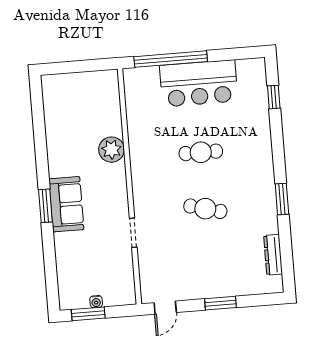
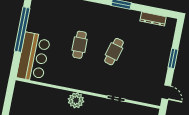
window: (171, 59) -> (22, 30), moved
bar counter: (199, 83) -> (33, 57), moved
plant: (112, 150) -> (76, 100), moved

